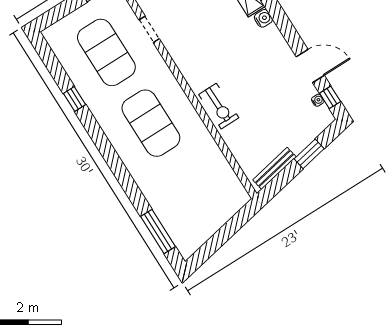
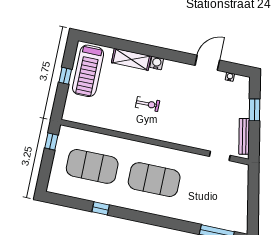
doorway: (149, 29) -> (220, 156), moved
window: (330, 97) -> (235, 69), removed
exercise bike: (219, 106) -> (148, 104), moved, width x0.73, depth x0.72

